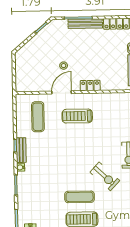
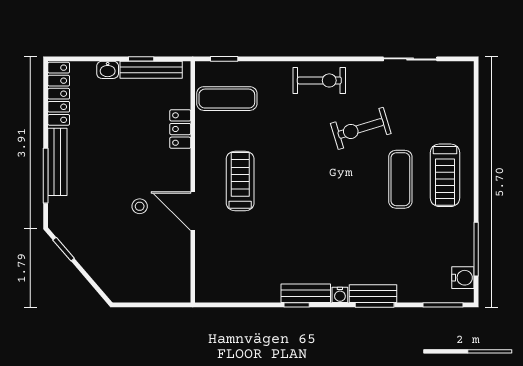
locker: (90, 86) -> (180, 129), moved
treadmill: (77, 116) -> (240, 181), turned 180
exercise mat: (38, 117) -> (227, 99), moved
exercise bike: (105, 176) -> (361, 128), turned -150
bench: (22, 184) -> (373, 294), added

